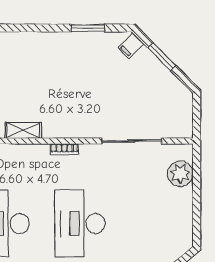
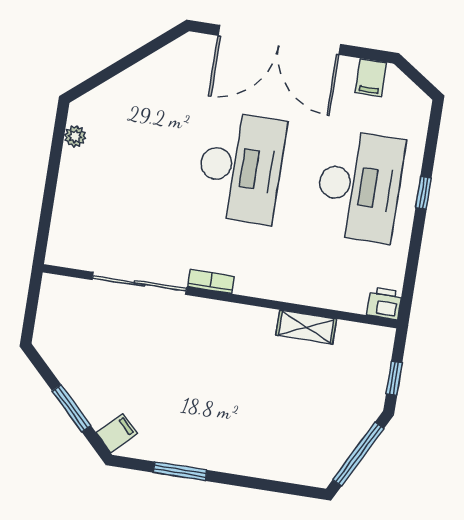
bookcase: (64, 149) -> (211, 282), moved
plant: (180, 174) -> (75, 136), moved, width x0.53, depth x0.53

